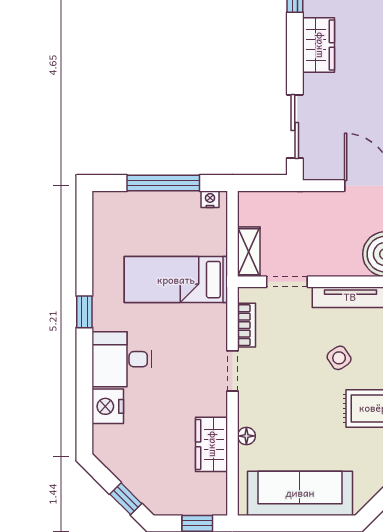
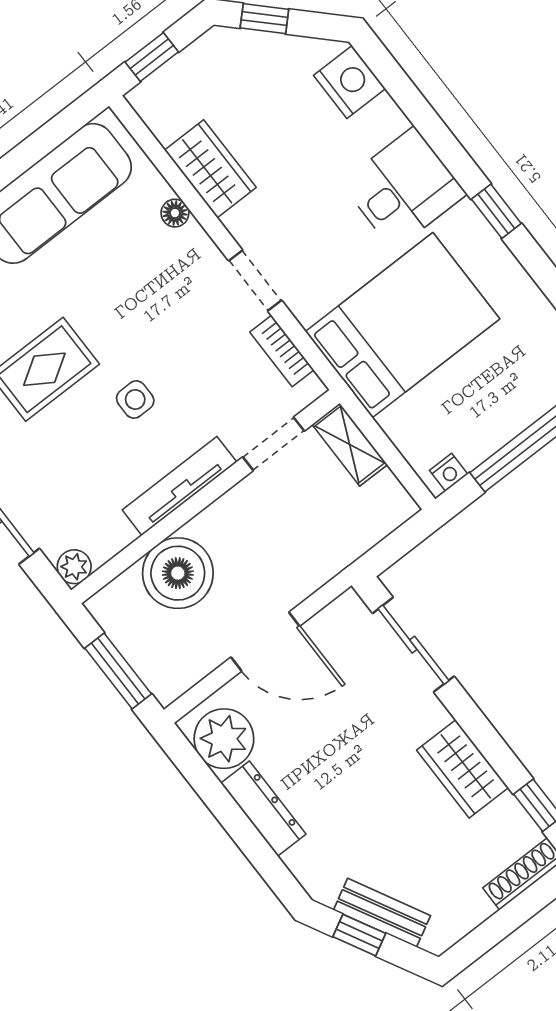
bed: (176, 280) -> (402, 325), width x1.50
side table: (339, 358) -> (135, 400), turned 34
nightstand: (108, 406) -> (350, 82), moved

